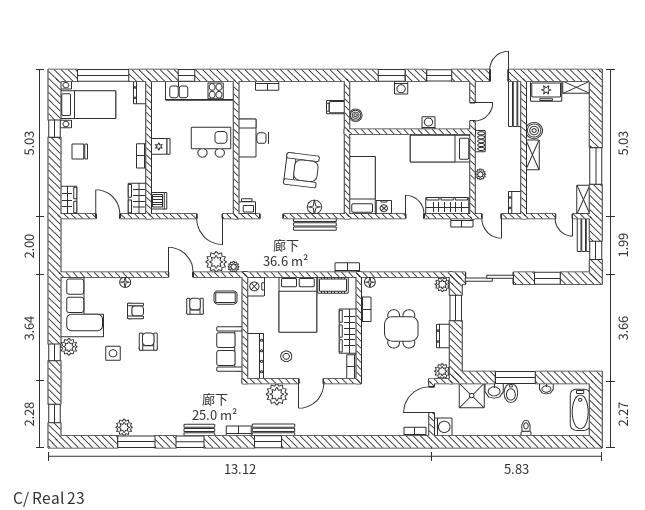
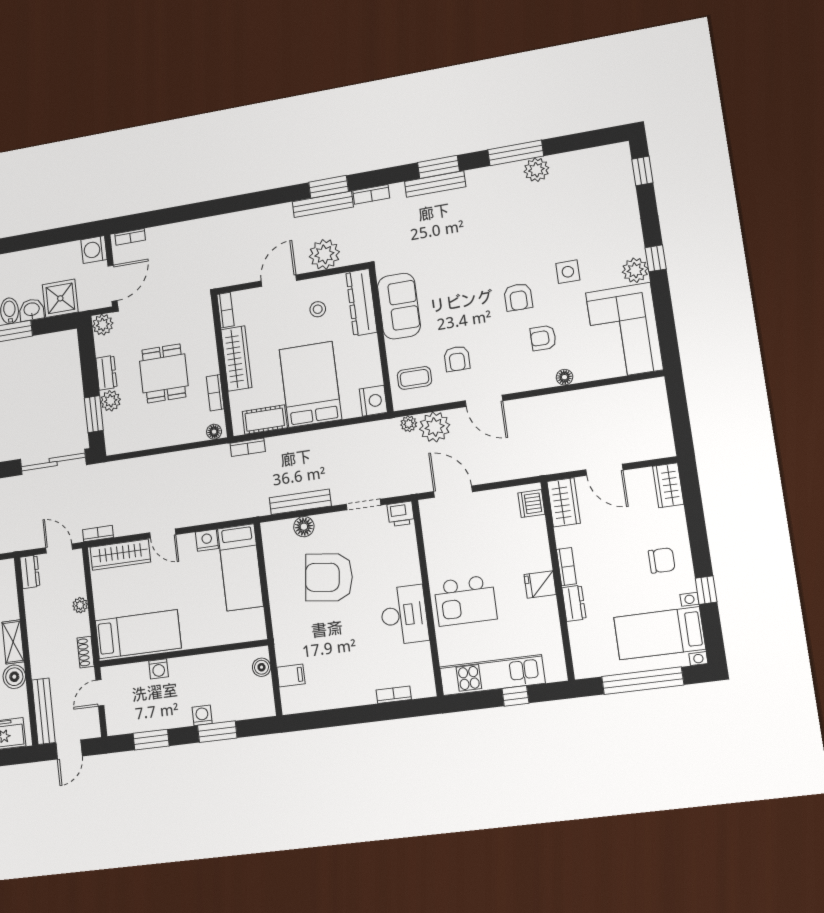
dresser: (140, 93) -> (574, 603), moved
plant: (442, 284) -> (111, 401), moved
bench: (199, 430) -> (435, 184), width x1.36

